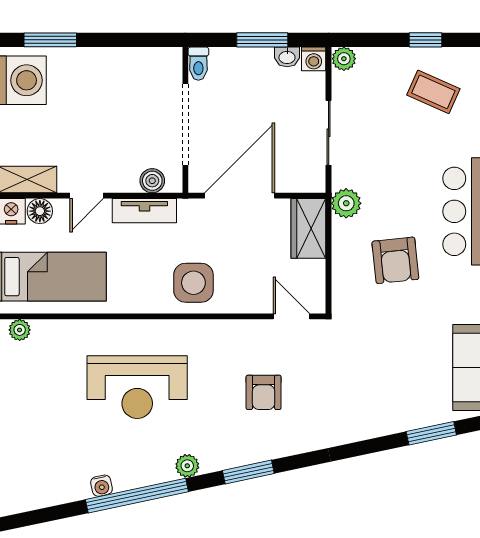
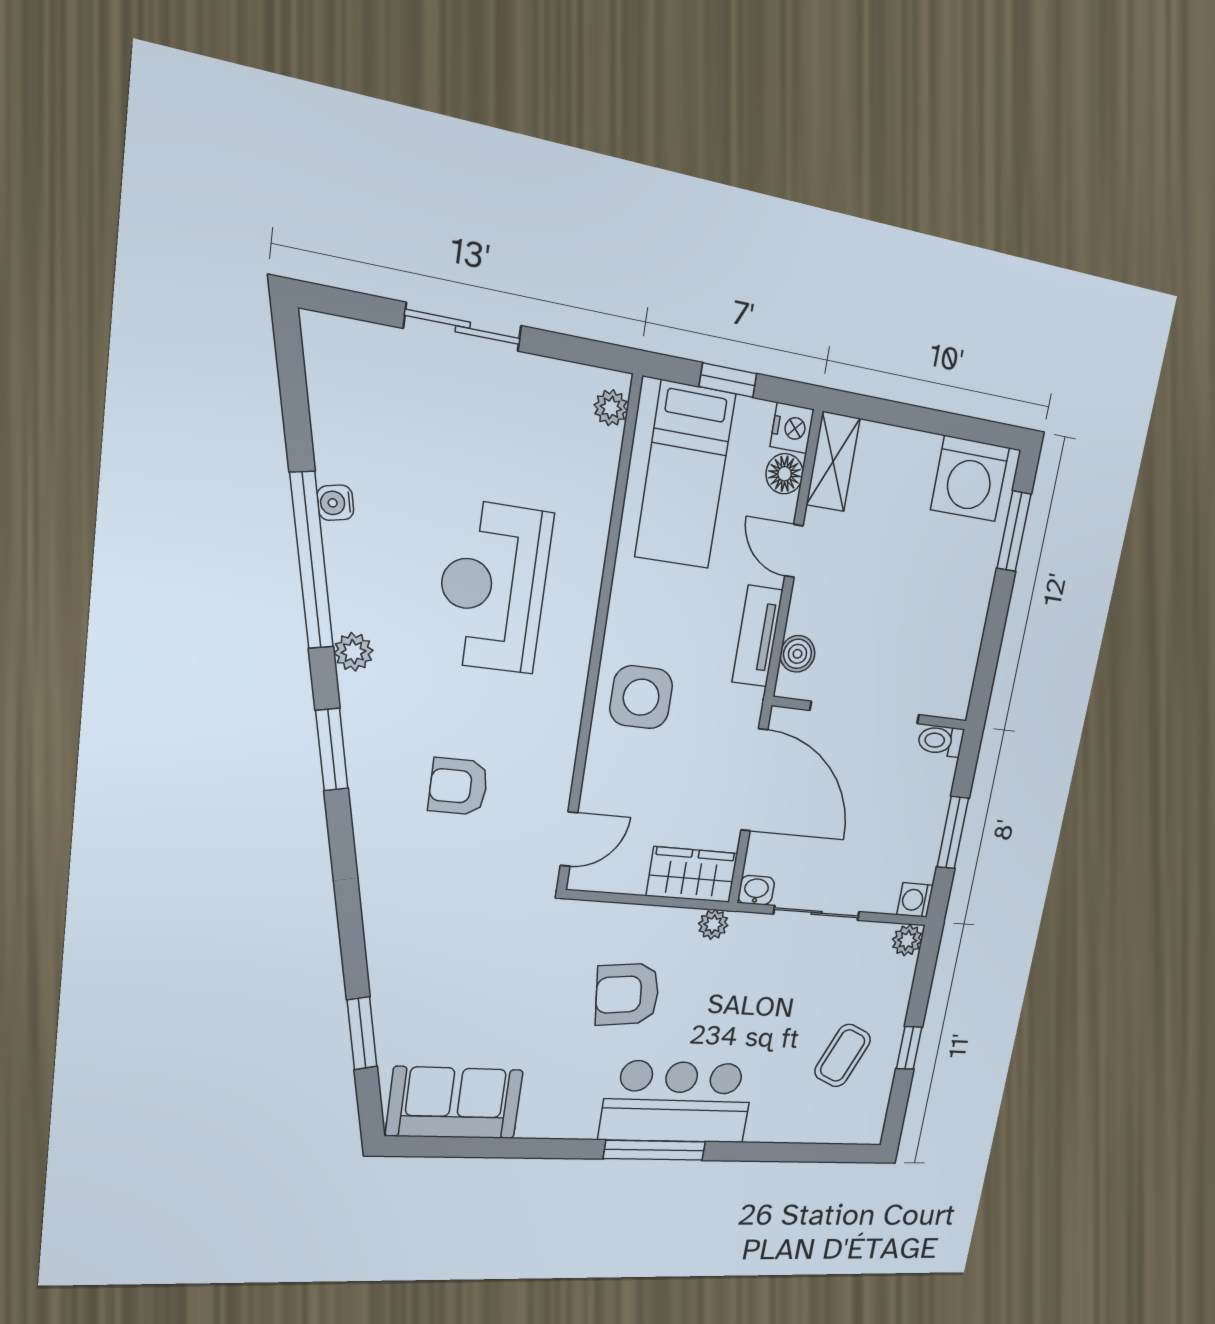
washbasin: (287, 57) -> (756, 890), moved, turned 90
plant: (346, 203) -> (713, 924), width x0.73, depth x0.73

